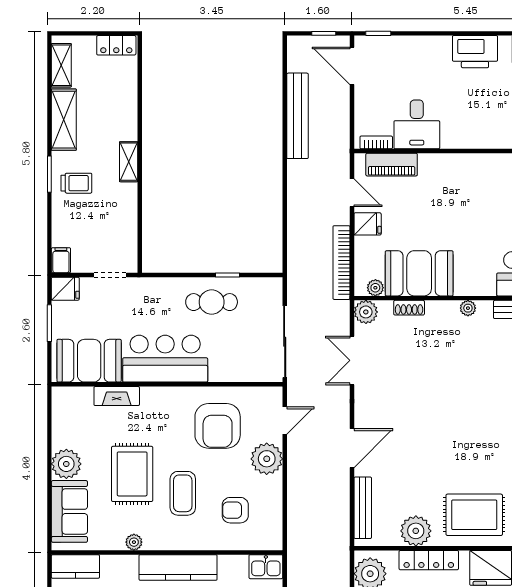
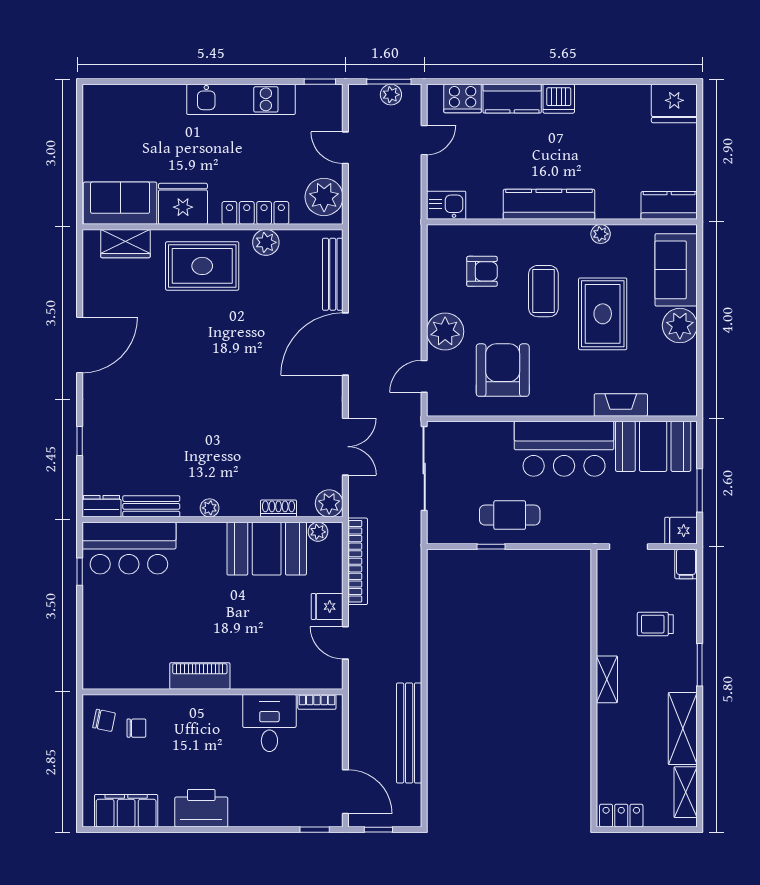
piano: (392, 165) -> (200, 676), moved
trolley: (76, 183) -> (655, 624), moved
door: (352, 448) -> (345, 344), width x1.36
plant: (416, 531) -> (266, 242), width x0.73, depth x0.73

